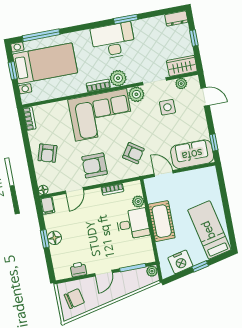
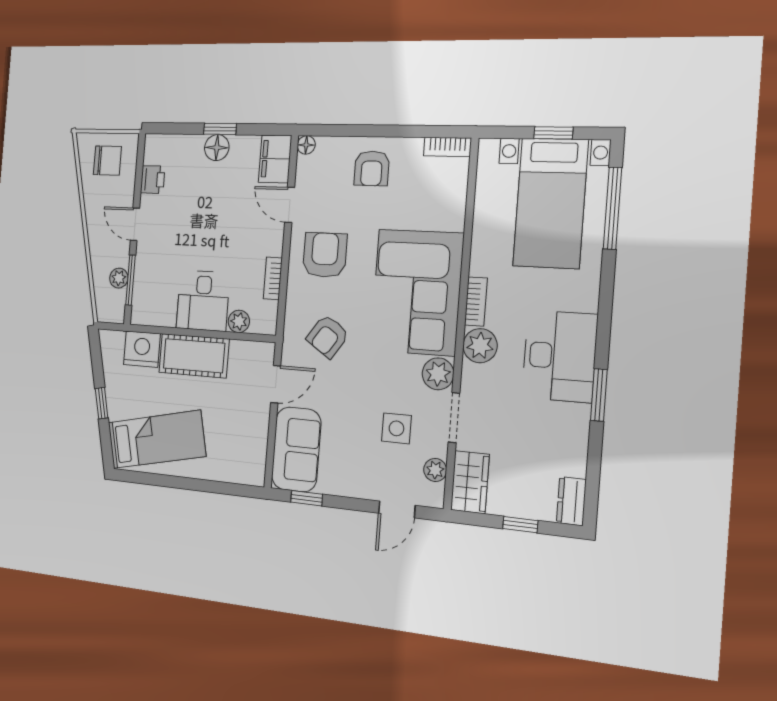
armchair: (47, 153) -> (372, 168), turned -107
filing cabinet: (48, 206) -> (275, 159), width x2.00
nightstand: (180, 262) -> (142, 349), moved, turned 103
plant: (152, 271) -> (119, 278), moved
chair: (74, 299) -> (107, 161), turned -77

